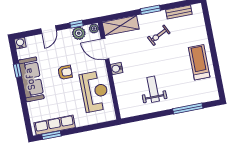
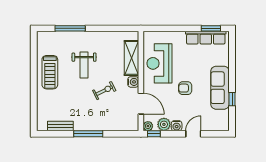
window: (150, 10) -> (88, 134), width x1.44
window: (77, 24) -> (154, 134), moved
shelving: (121, 26) -> (131, 58), moved, turned 90
exercise bike: (159, 35) -> (104, 91), moved
water cooler: (20, 43) -> (177, 126), moved
weight bench: (153, 89) -> (84, 65), moved

